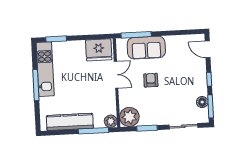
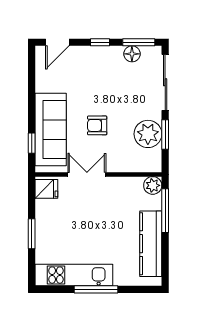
window: (136, 35) -> (32, 143), width x0.46
window: (56, 39) -> (32, 234), moved
sofa: (146, 48) -> (51, 130), width x1.36
fridge: (99, 50) -> (46, 189), width x0.53, depth x0.75
plant: (129, 117) -> (148, 134), moved
sliding door: (183, 126) -> (165, 82), width x1.37

